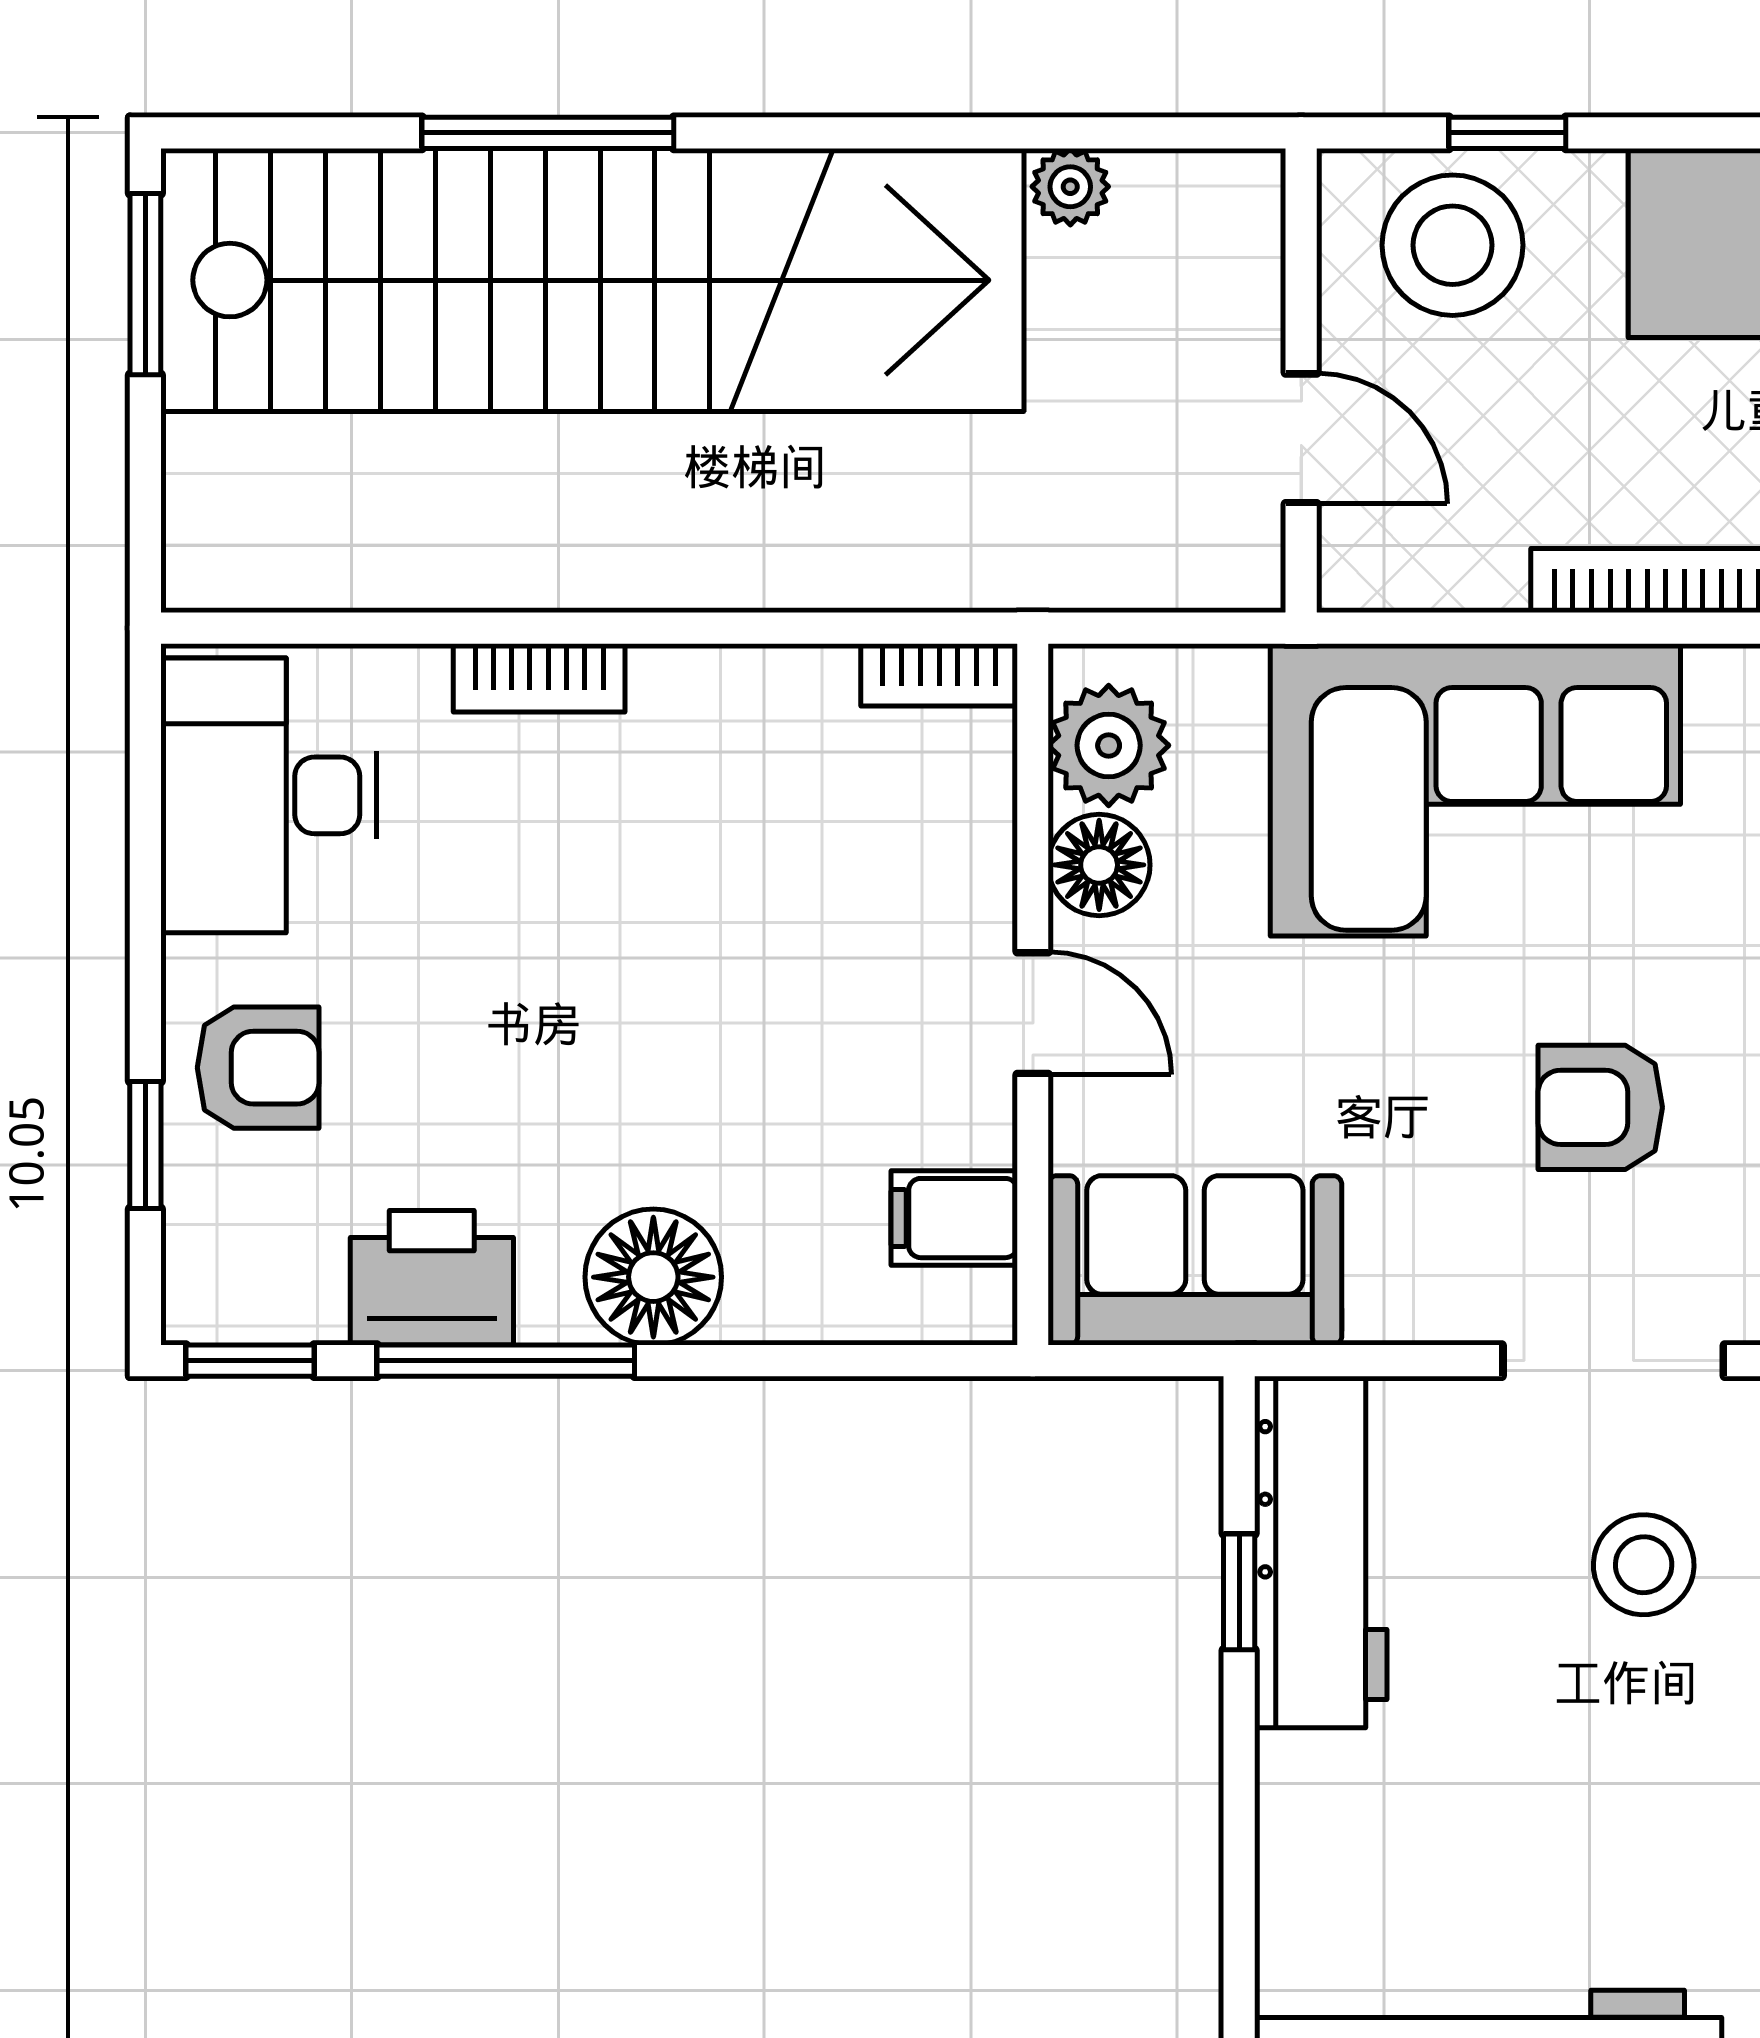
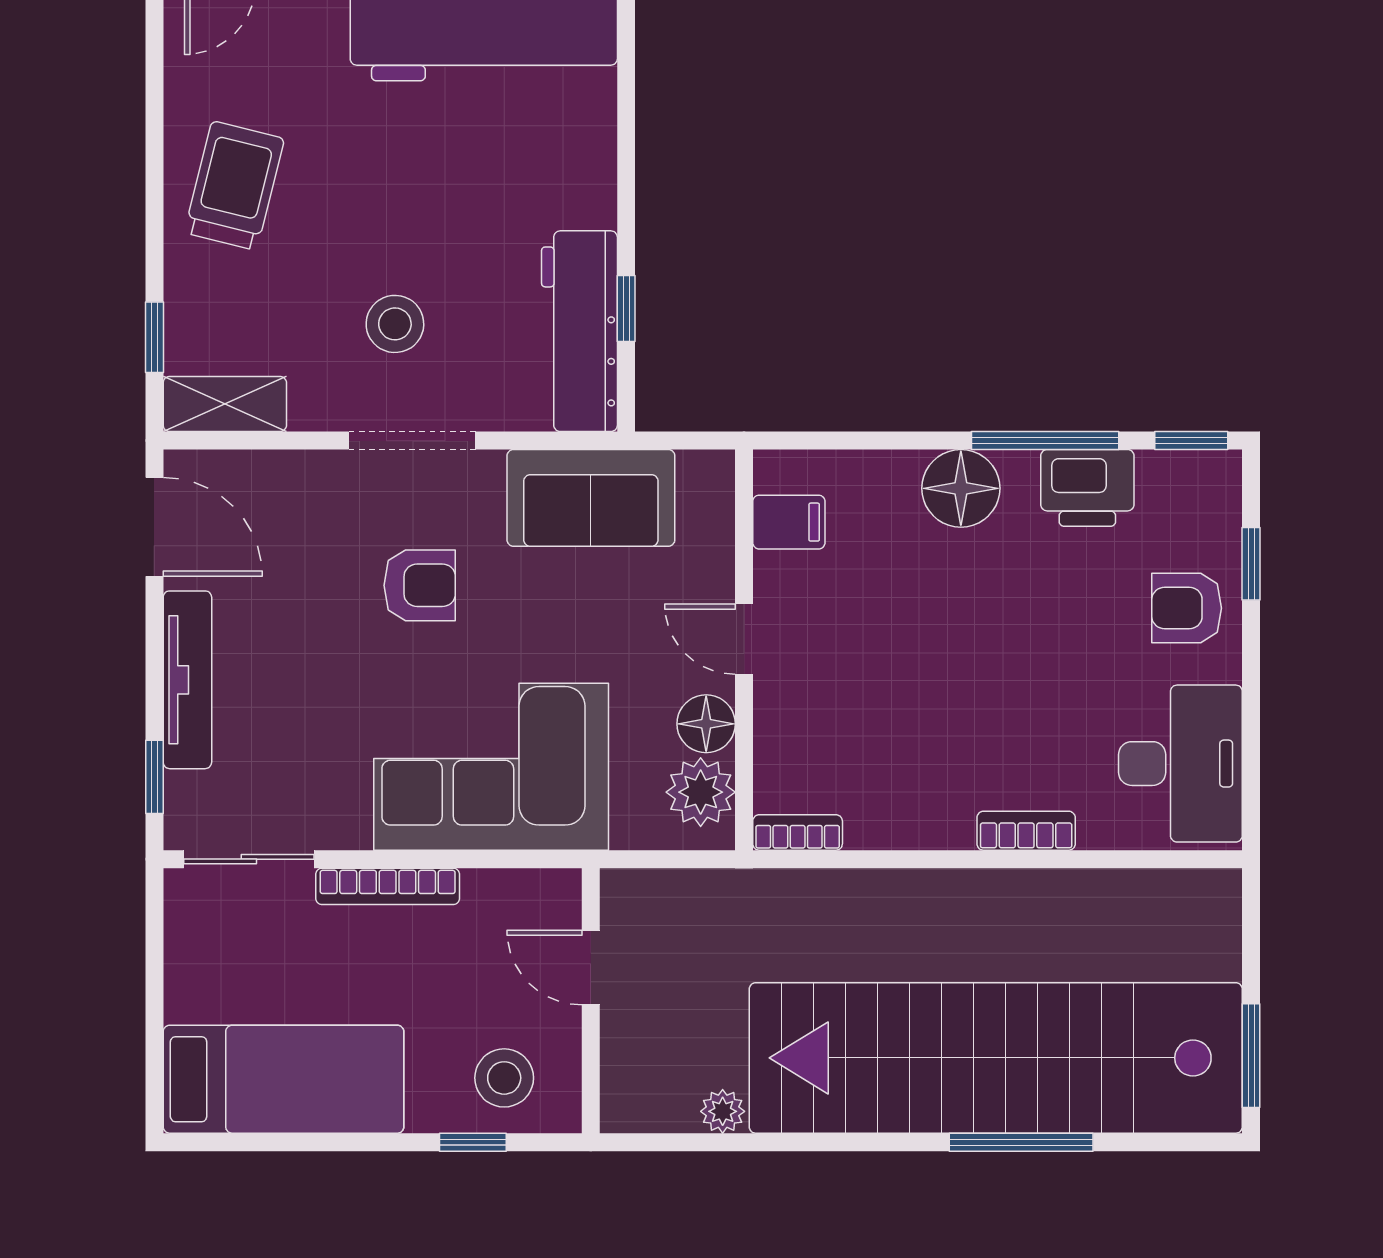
stool: (1453, 245) -> (504, 1078), width x0.73, depth x0.73
sofa: (1195, 1260) -> (591, 498), moved

